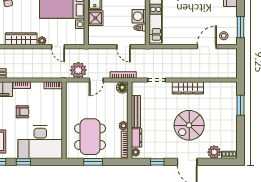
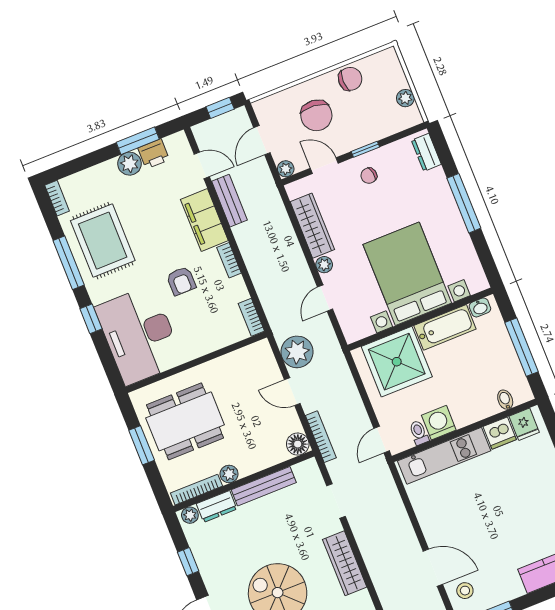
shower: (95, 18) -> (397, 362), width x1.86, depth x1.86
door: (123, 47) -> (382, 440), moved

